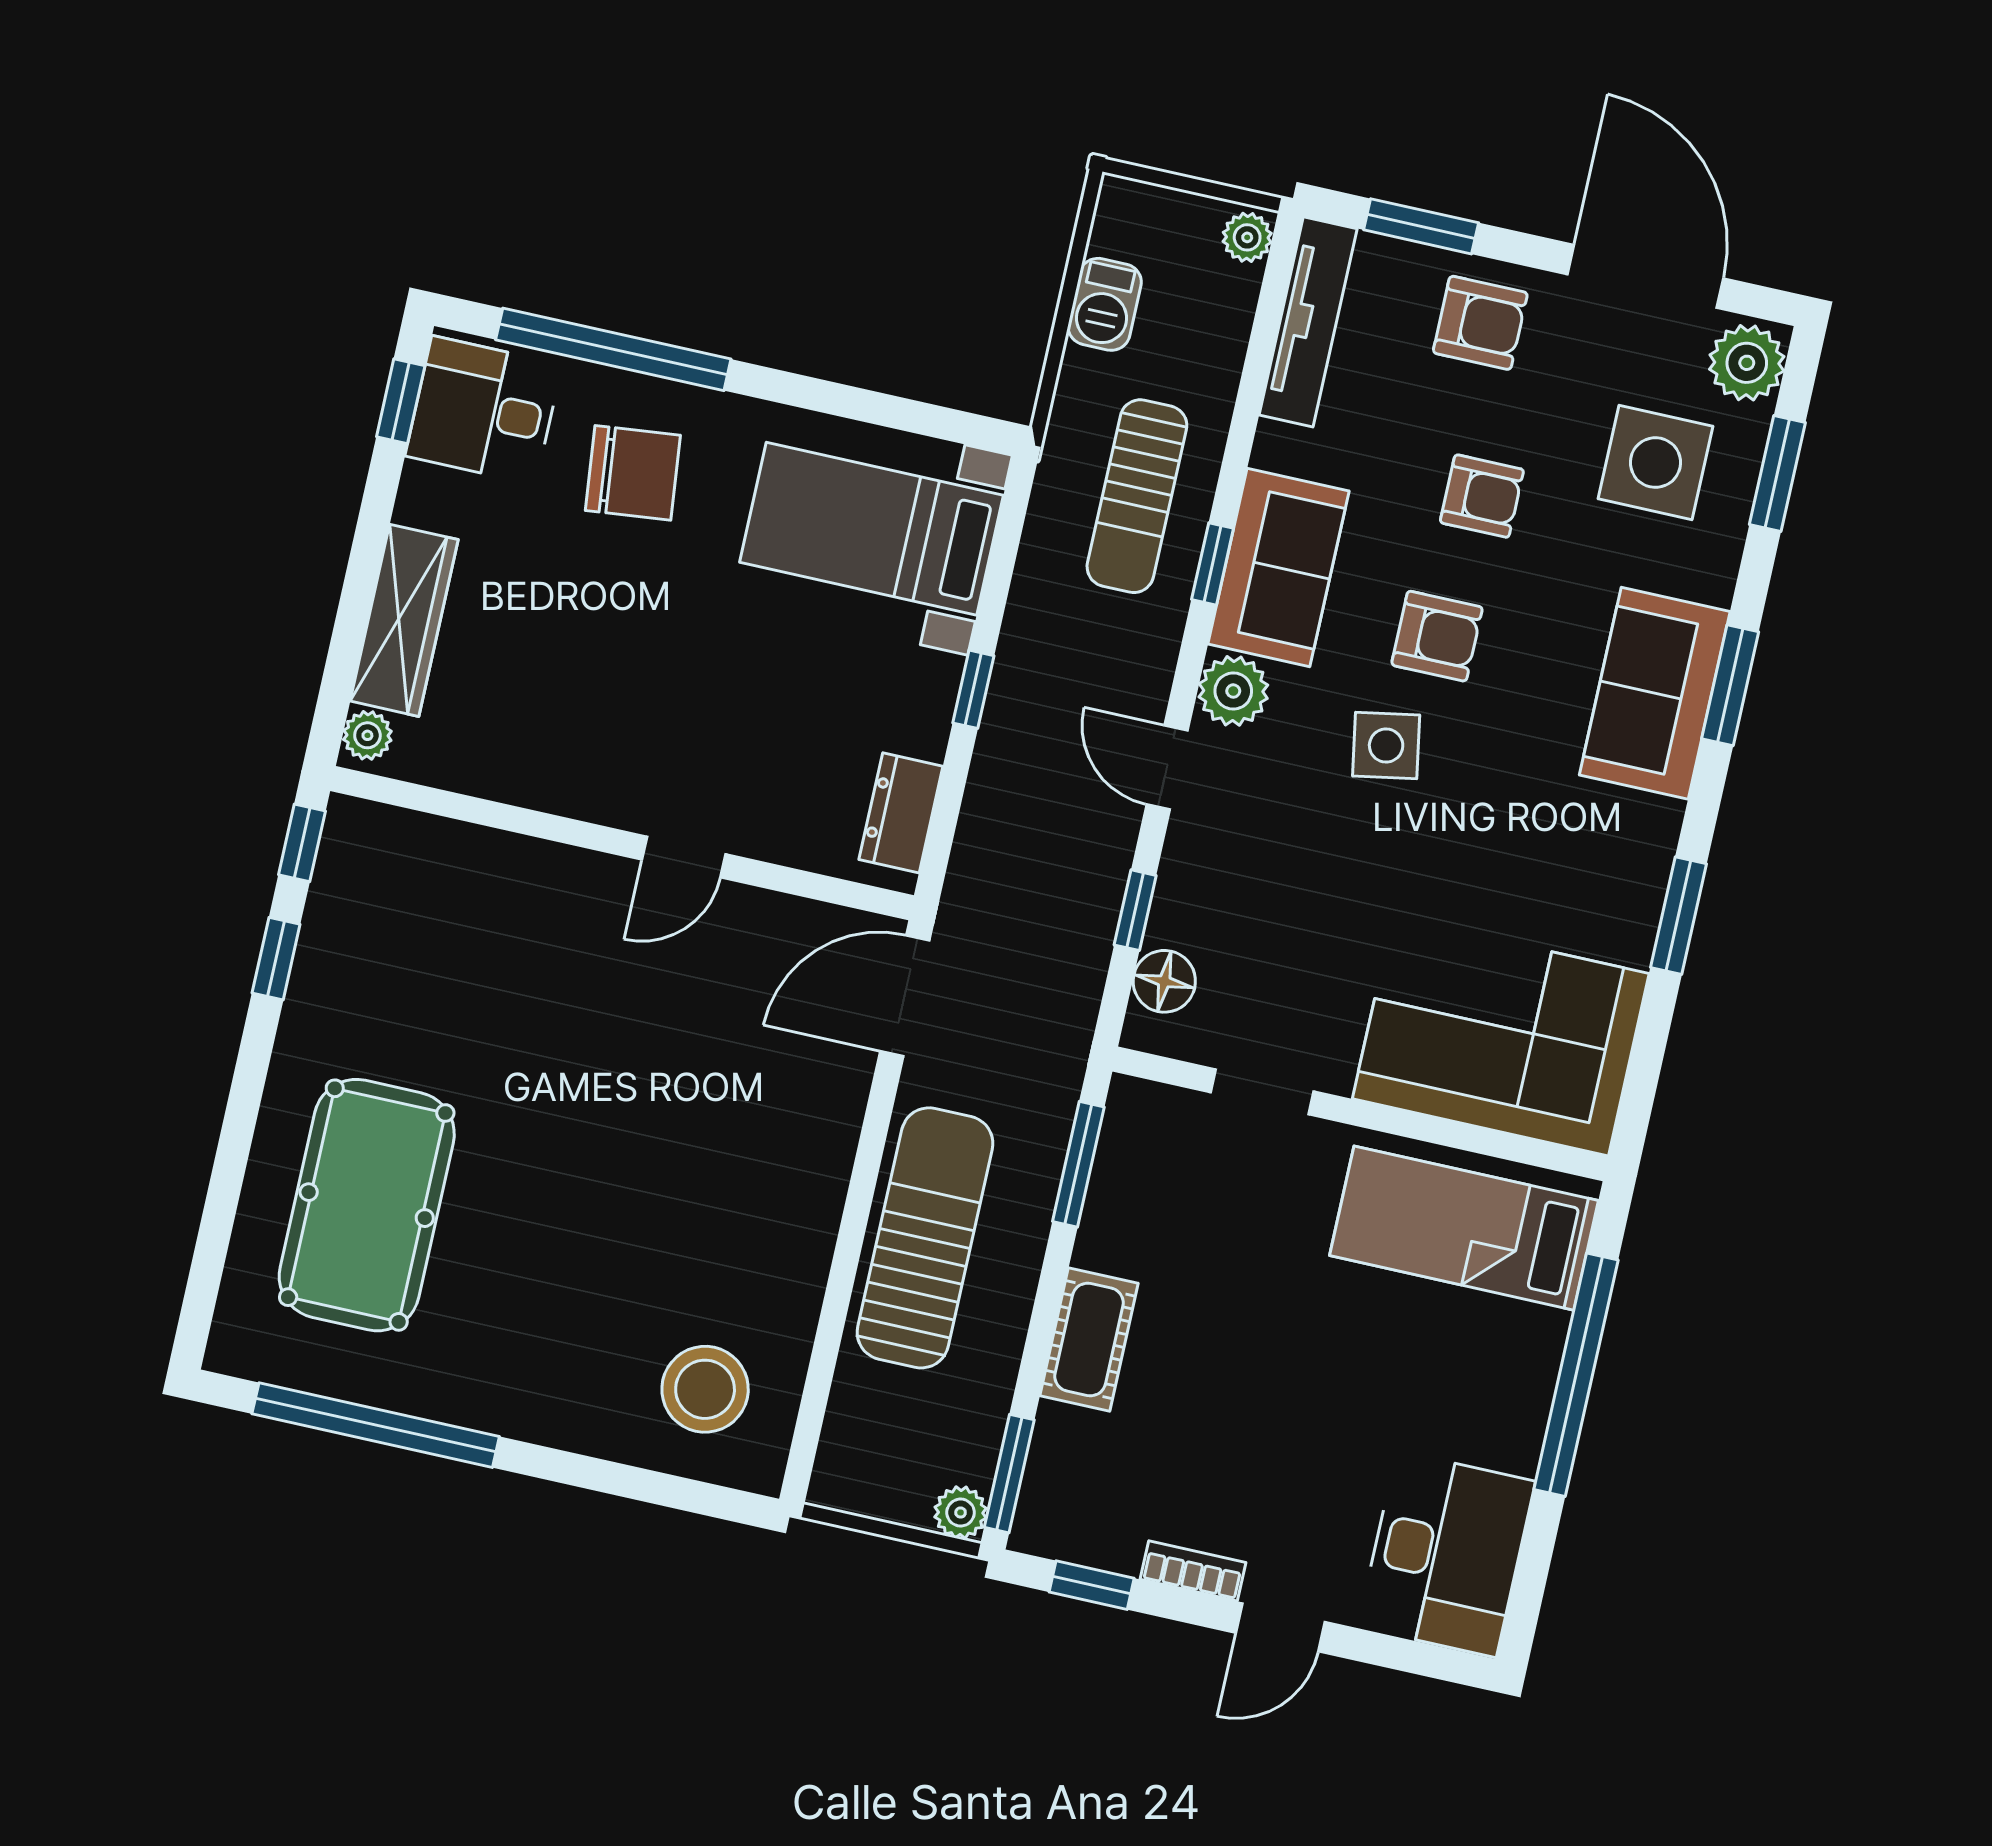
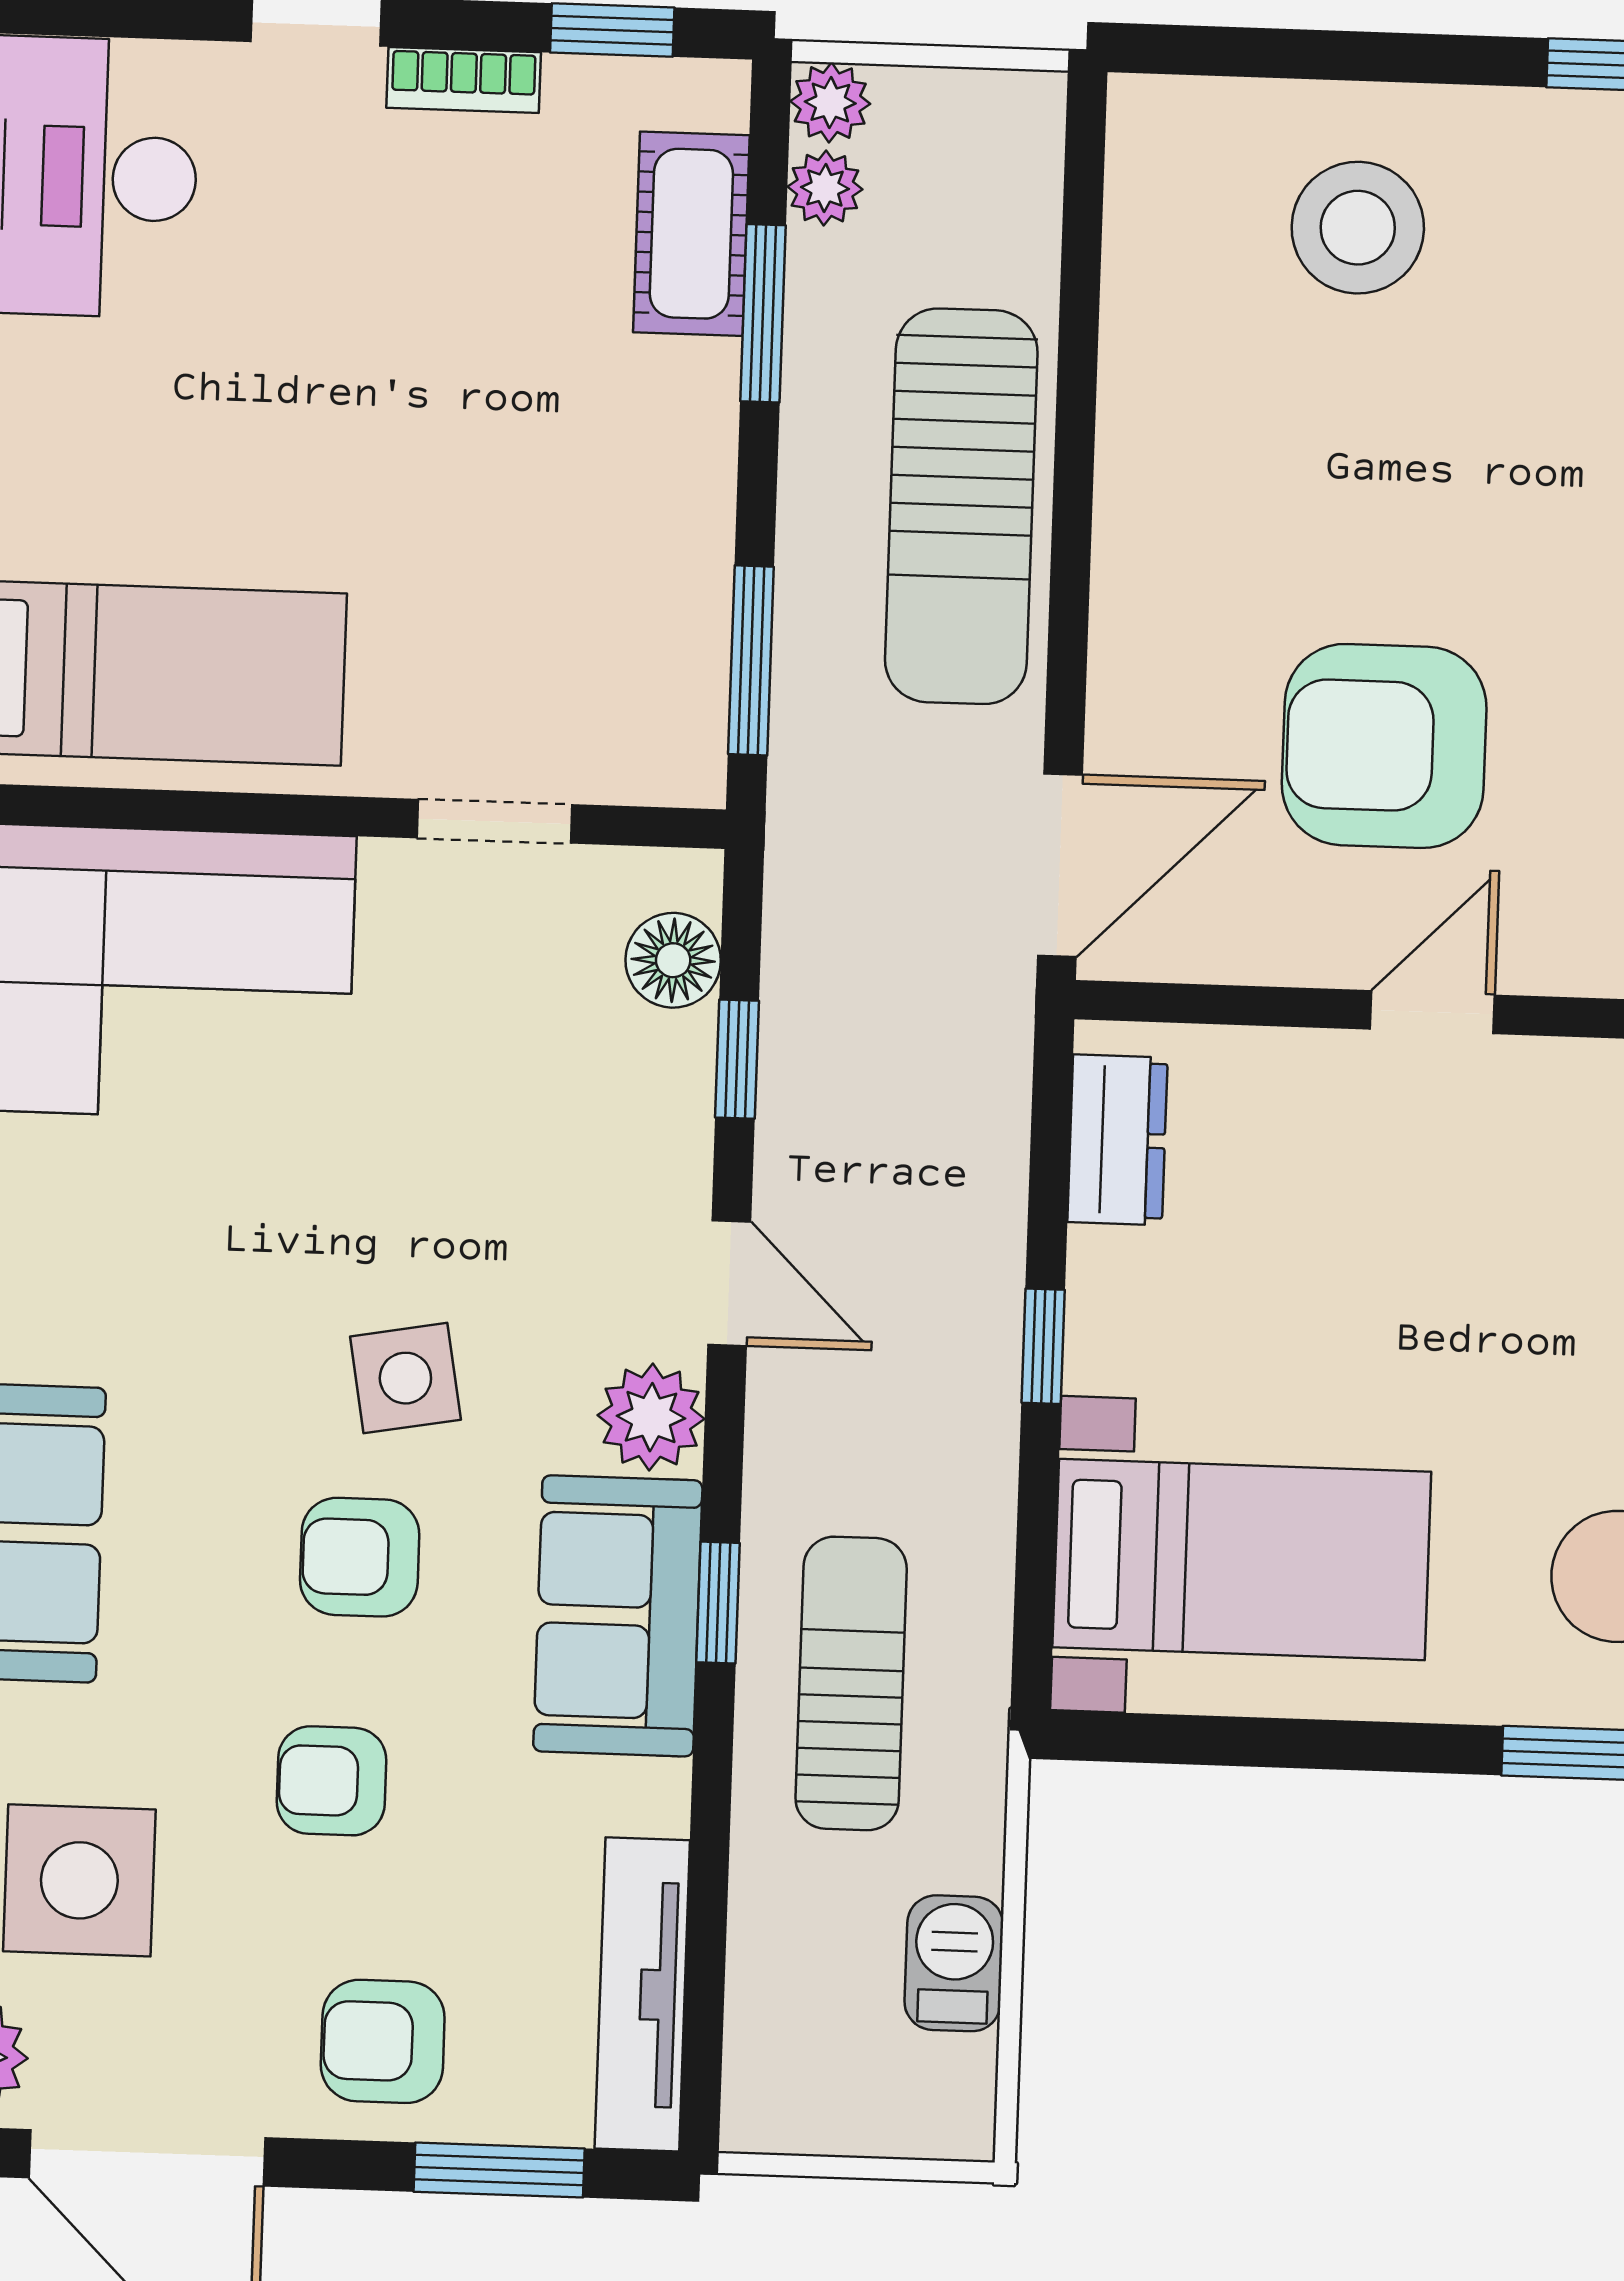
plant: (1247, 237) -> (825, 188), moved
armchair: (683, 1033) -> (1384, 746), added
cot: (1089, 1339) -> (691, 234), moved
stool: (705, 1389) -> (1358, 228), moved
window: (1009, 1474) -> (763, 313), moved

